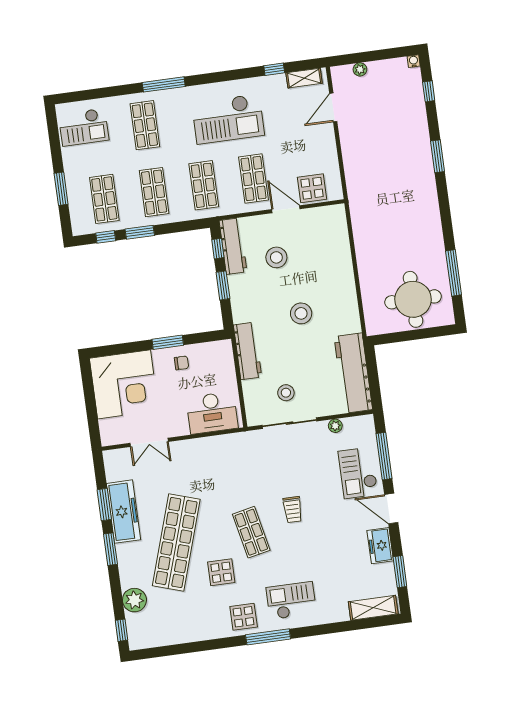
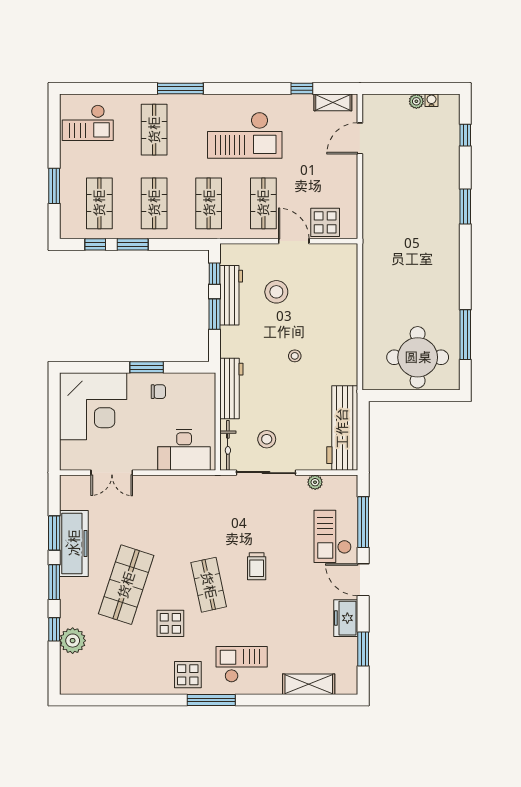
water cooler: (414, 61) -> (431, 100), moved
plant: (360, 69) -> (416, 101), moved
workbench: (233, 246) -> (231, 295), moved
stool: (301, 313) -> (295, 356), width x0.53, depth x0.53
bicycle: (251, 403) -> (228, 445), added
shop shelf: (176, 543) -> (126, 585), width x0.71
shelving: (373, 608) -> (309, 684), moved
window: (122, 630) -> (54, 629), moved

